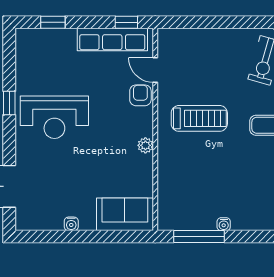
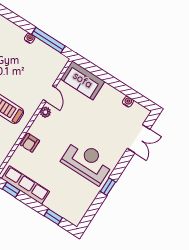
door: (155, 70) -> (49, 94), moved
water cooler: (71, 224) -> (128, 102), moved

